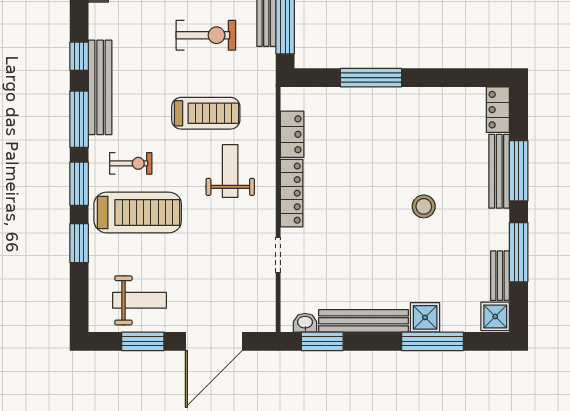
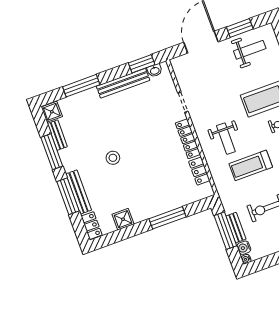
weight bench: (140, 300) -> (250, 50), turned 180
shower: (425, 317) -> (123, 219), moved

